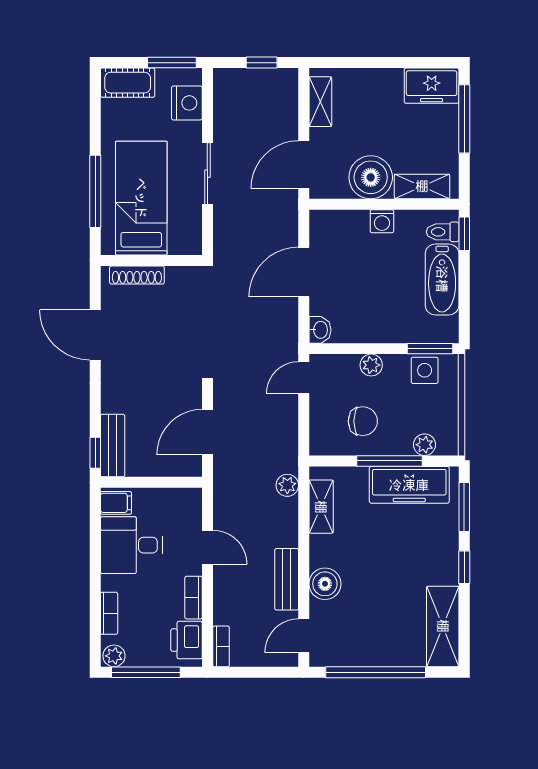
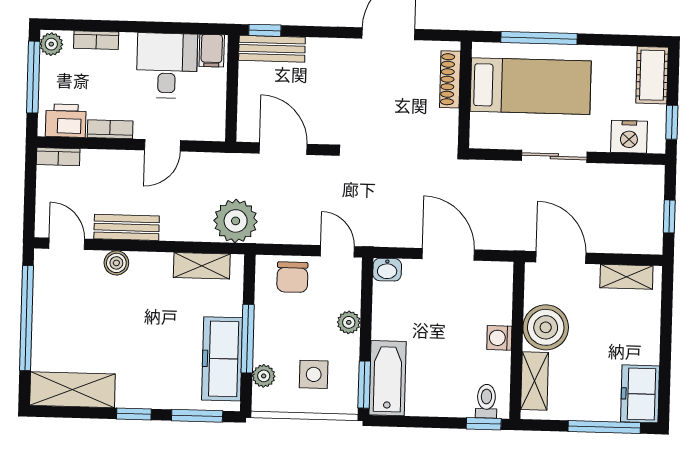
window: (172, 63) -> (672, 122), width x0.67
bathtub: (442, 279) -> (388, 378), moved, turned 90
side table: (425, 370) -> (314, 374), moved
chair: (363, 421) -> (292, 277), moved
plant: (287, 485) -> (236, 221), width x1.87, depth x1.87
boiler: (325, 584) -> (116, 263), width x0.73, depth x0.73

